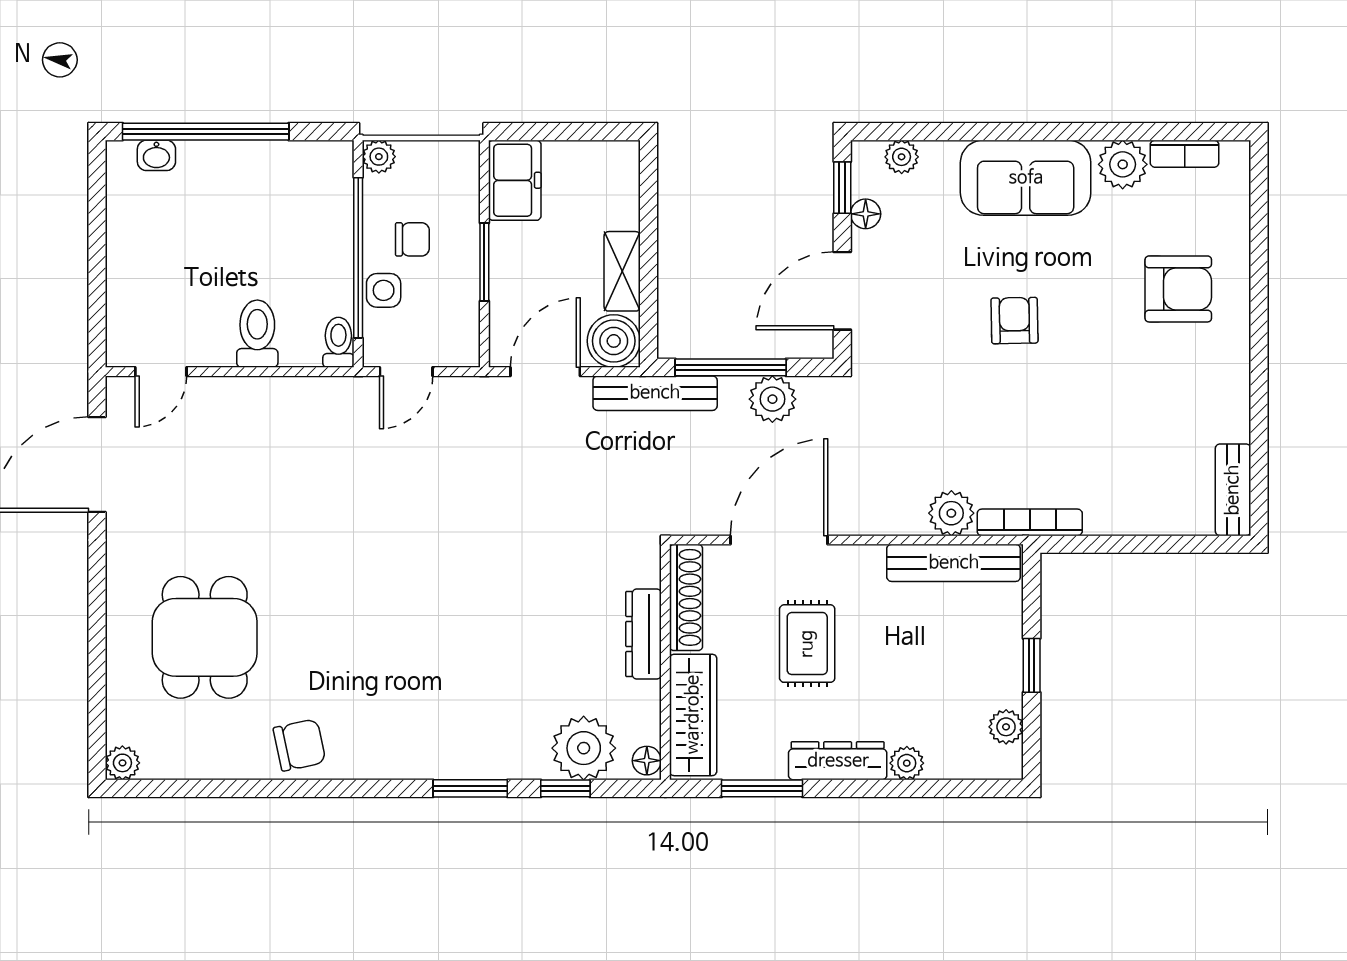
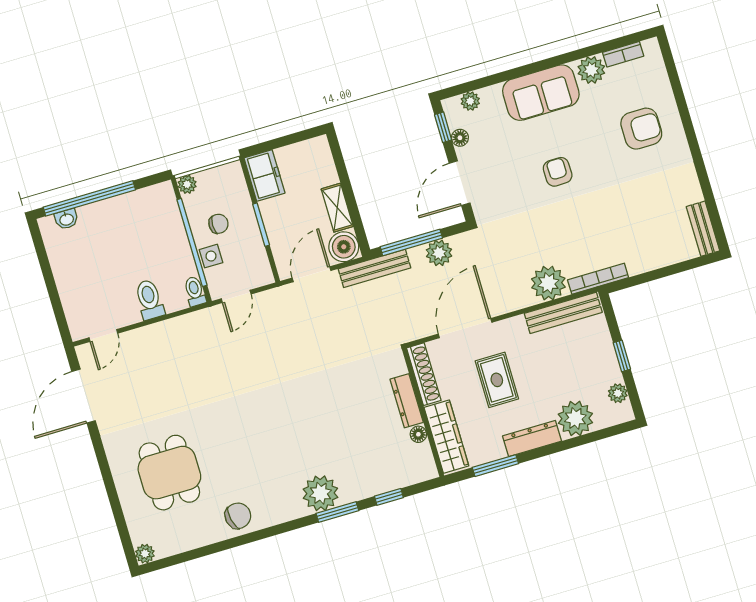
plant: (951, 513) -> (548, 283), width x1.36, depth x1.36
plant: (584, 748) -> (320, 493), moved
floor lamp: (647, 761) -> (418, 434), moved
plant: (907, 763) -> (575, 418), width x1.87, depth x1.87

